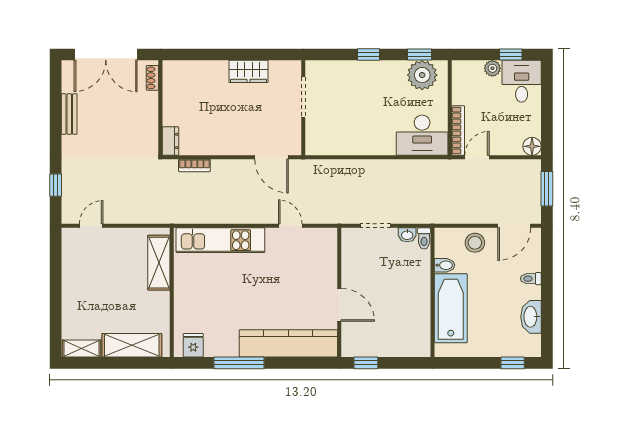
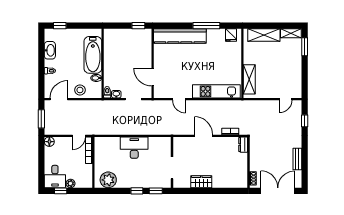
window: (420, 54) -> (156, 191), moved
desk: (422, 135) -> (134, 148), moved
door: (271, 157) -> (204, 136), moved
door: (339, 305) -> (153, 77), moved
window: (56, 323) -> (305, 47), added

